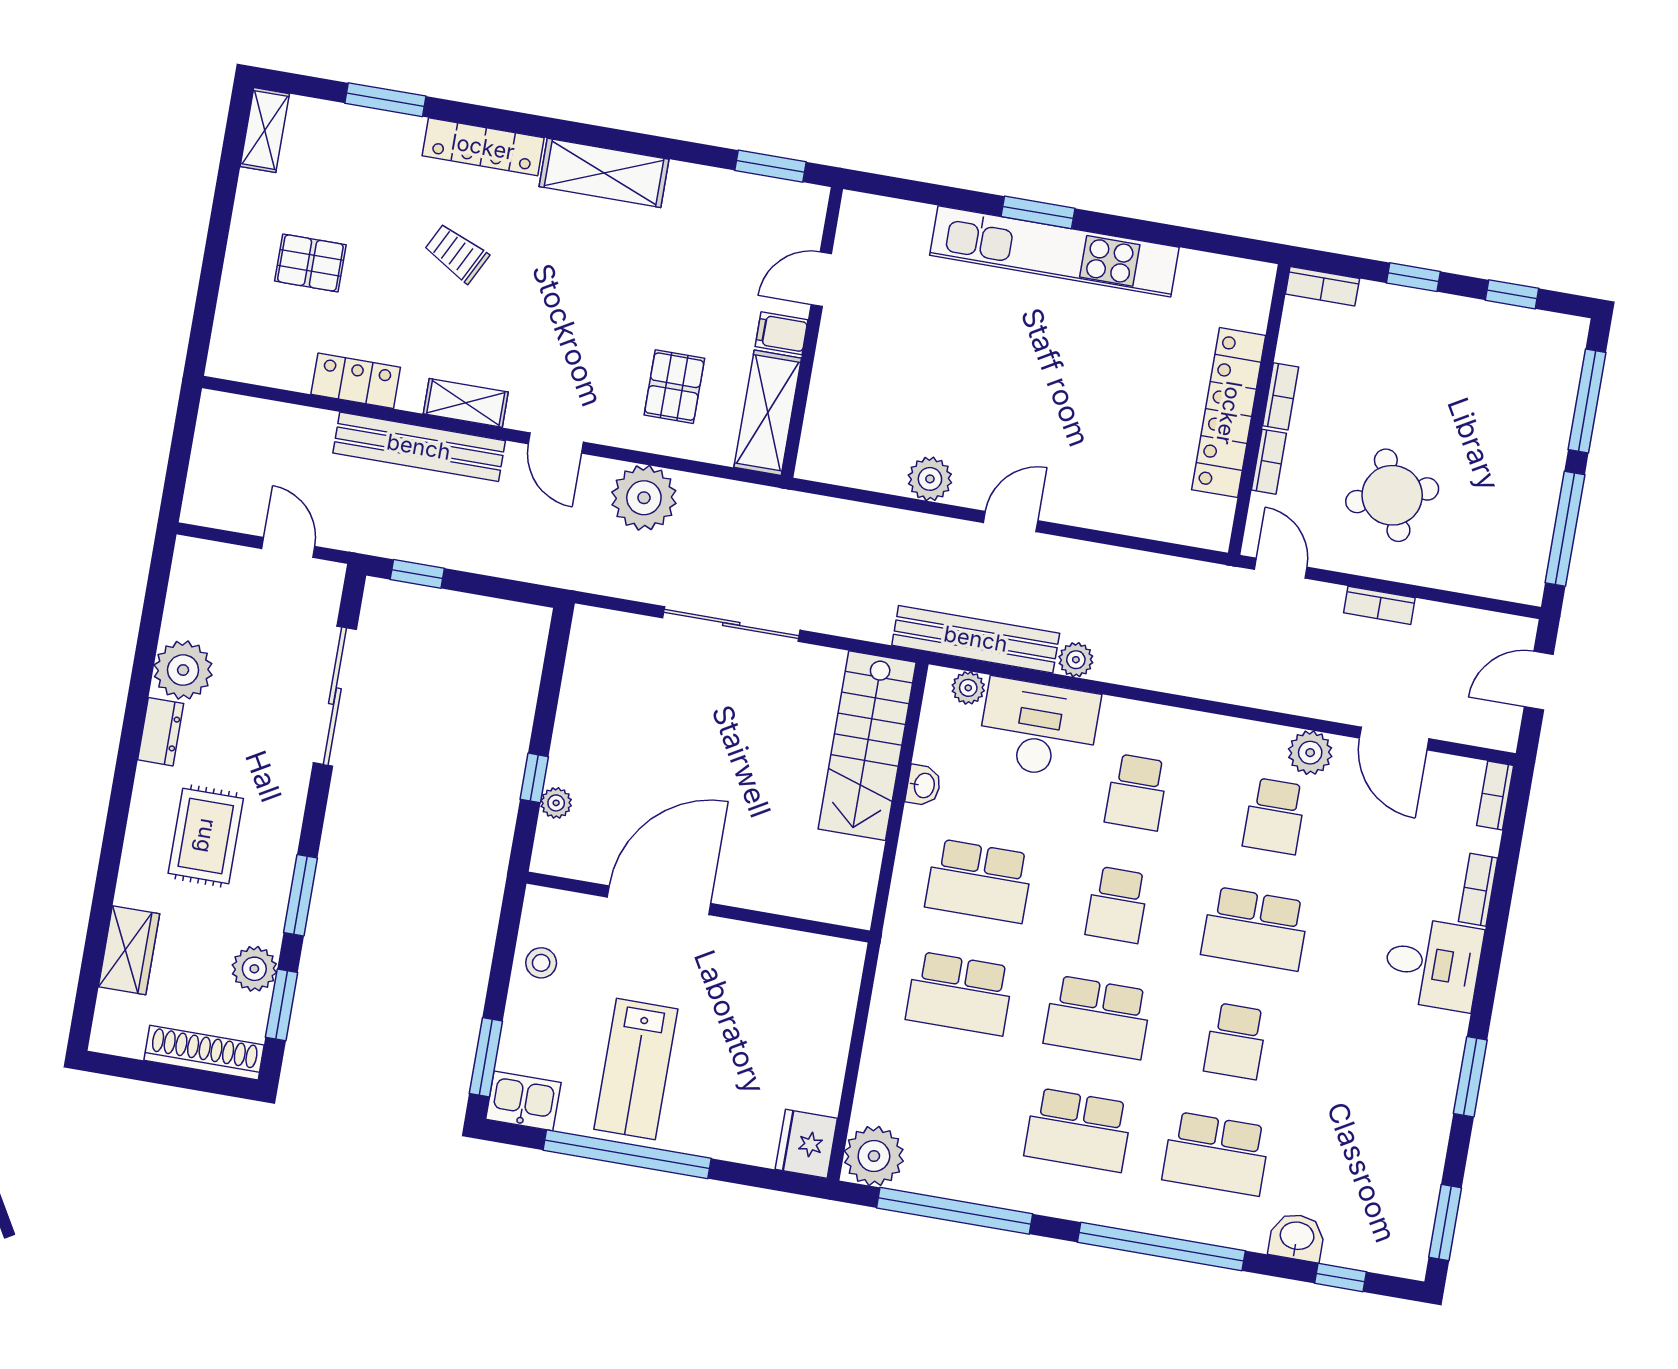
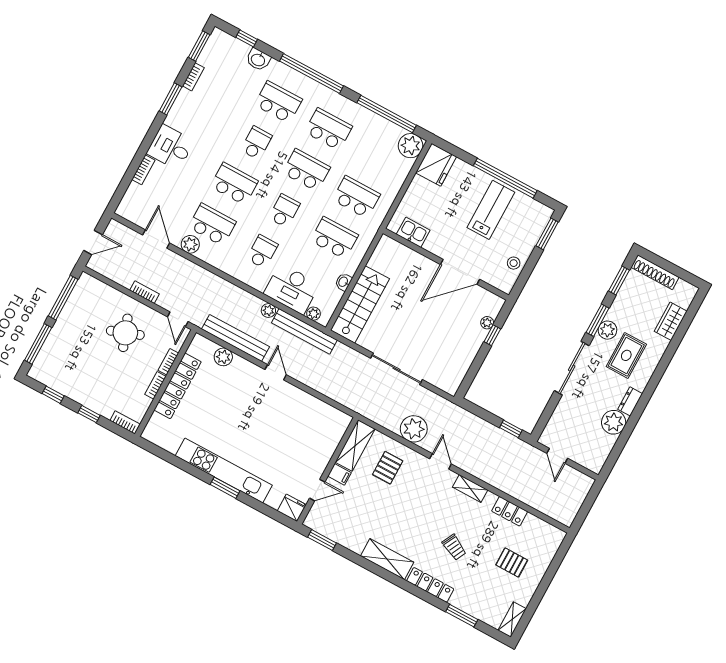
fridge: (867, 218) -> (292, 508), added
bench: (419, 447) -> (235, 338), moved
plant: (930, 479) -> (223, 357), moved
door: (1011, 522) -> (276, 372), swing flipped
sliding door: (335, 696) -> (572, 368), moved
bookcase: (1495, 795) -> (193, 77), moved
school desk: (1275, 816) -> (212, 225), width x1.85
plant: (254, 969) -> (607, 330), moved
kitchen sink: (523, 1101) -> (413, 232), moved, turned 180
fridge: (806, 1144) -> (436, 165), width x1.36, depth x1.34

